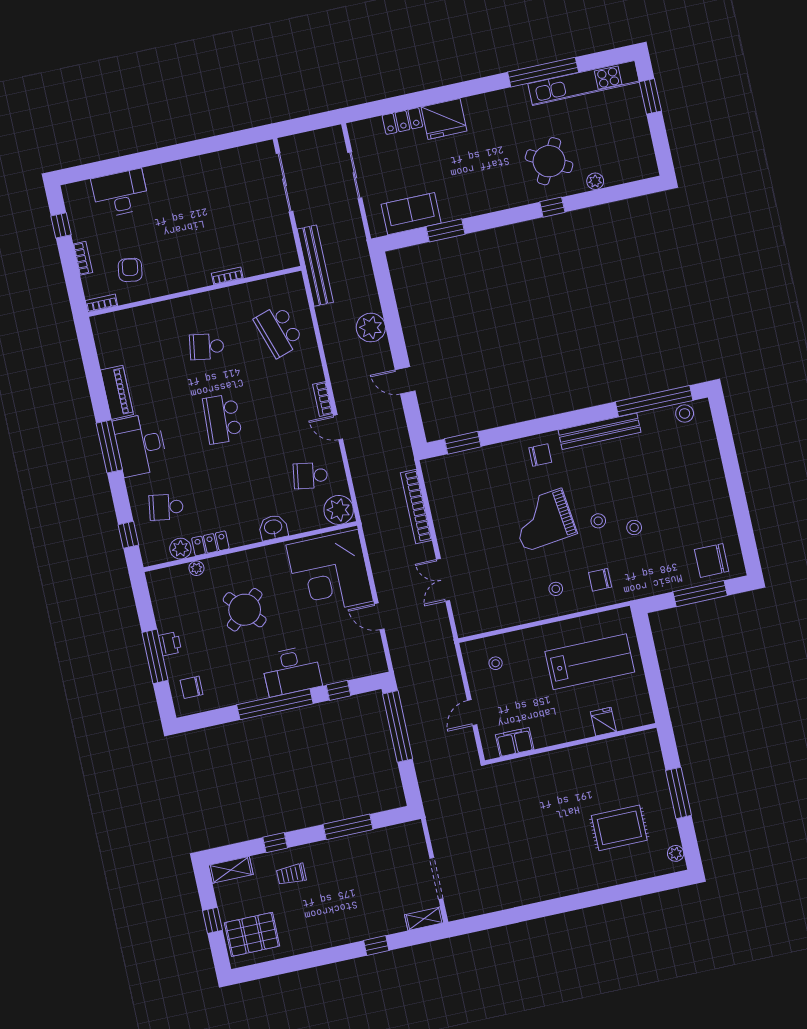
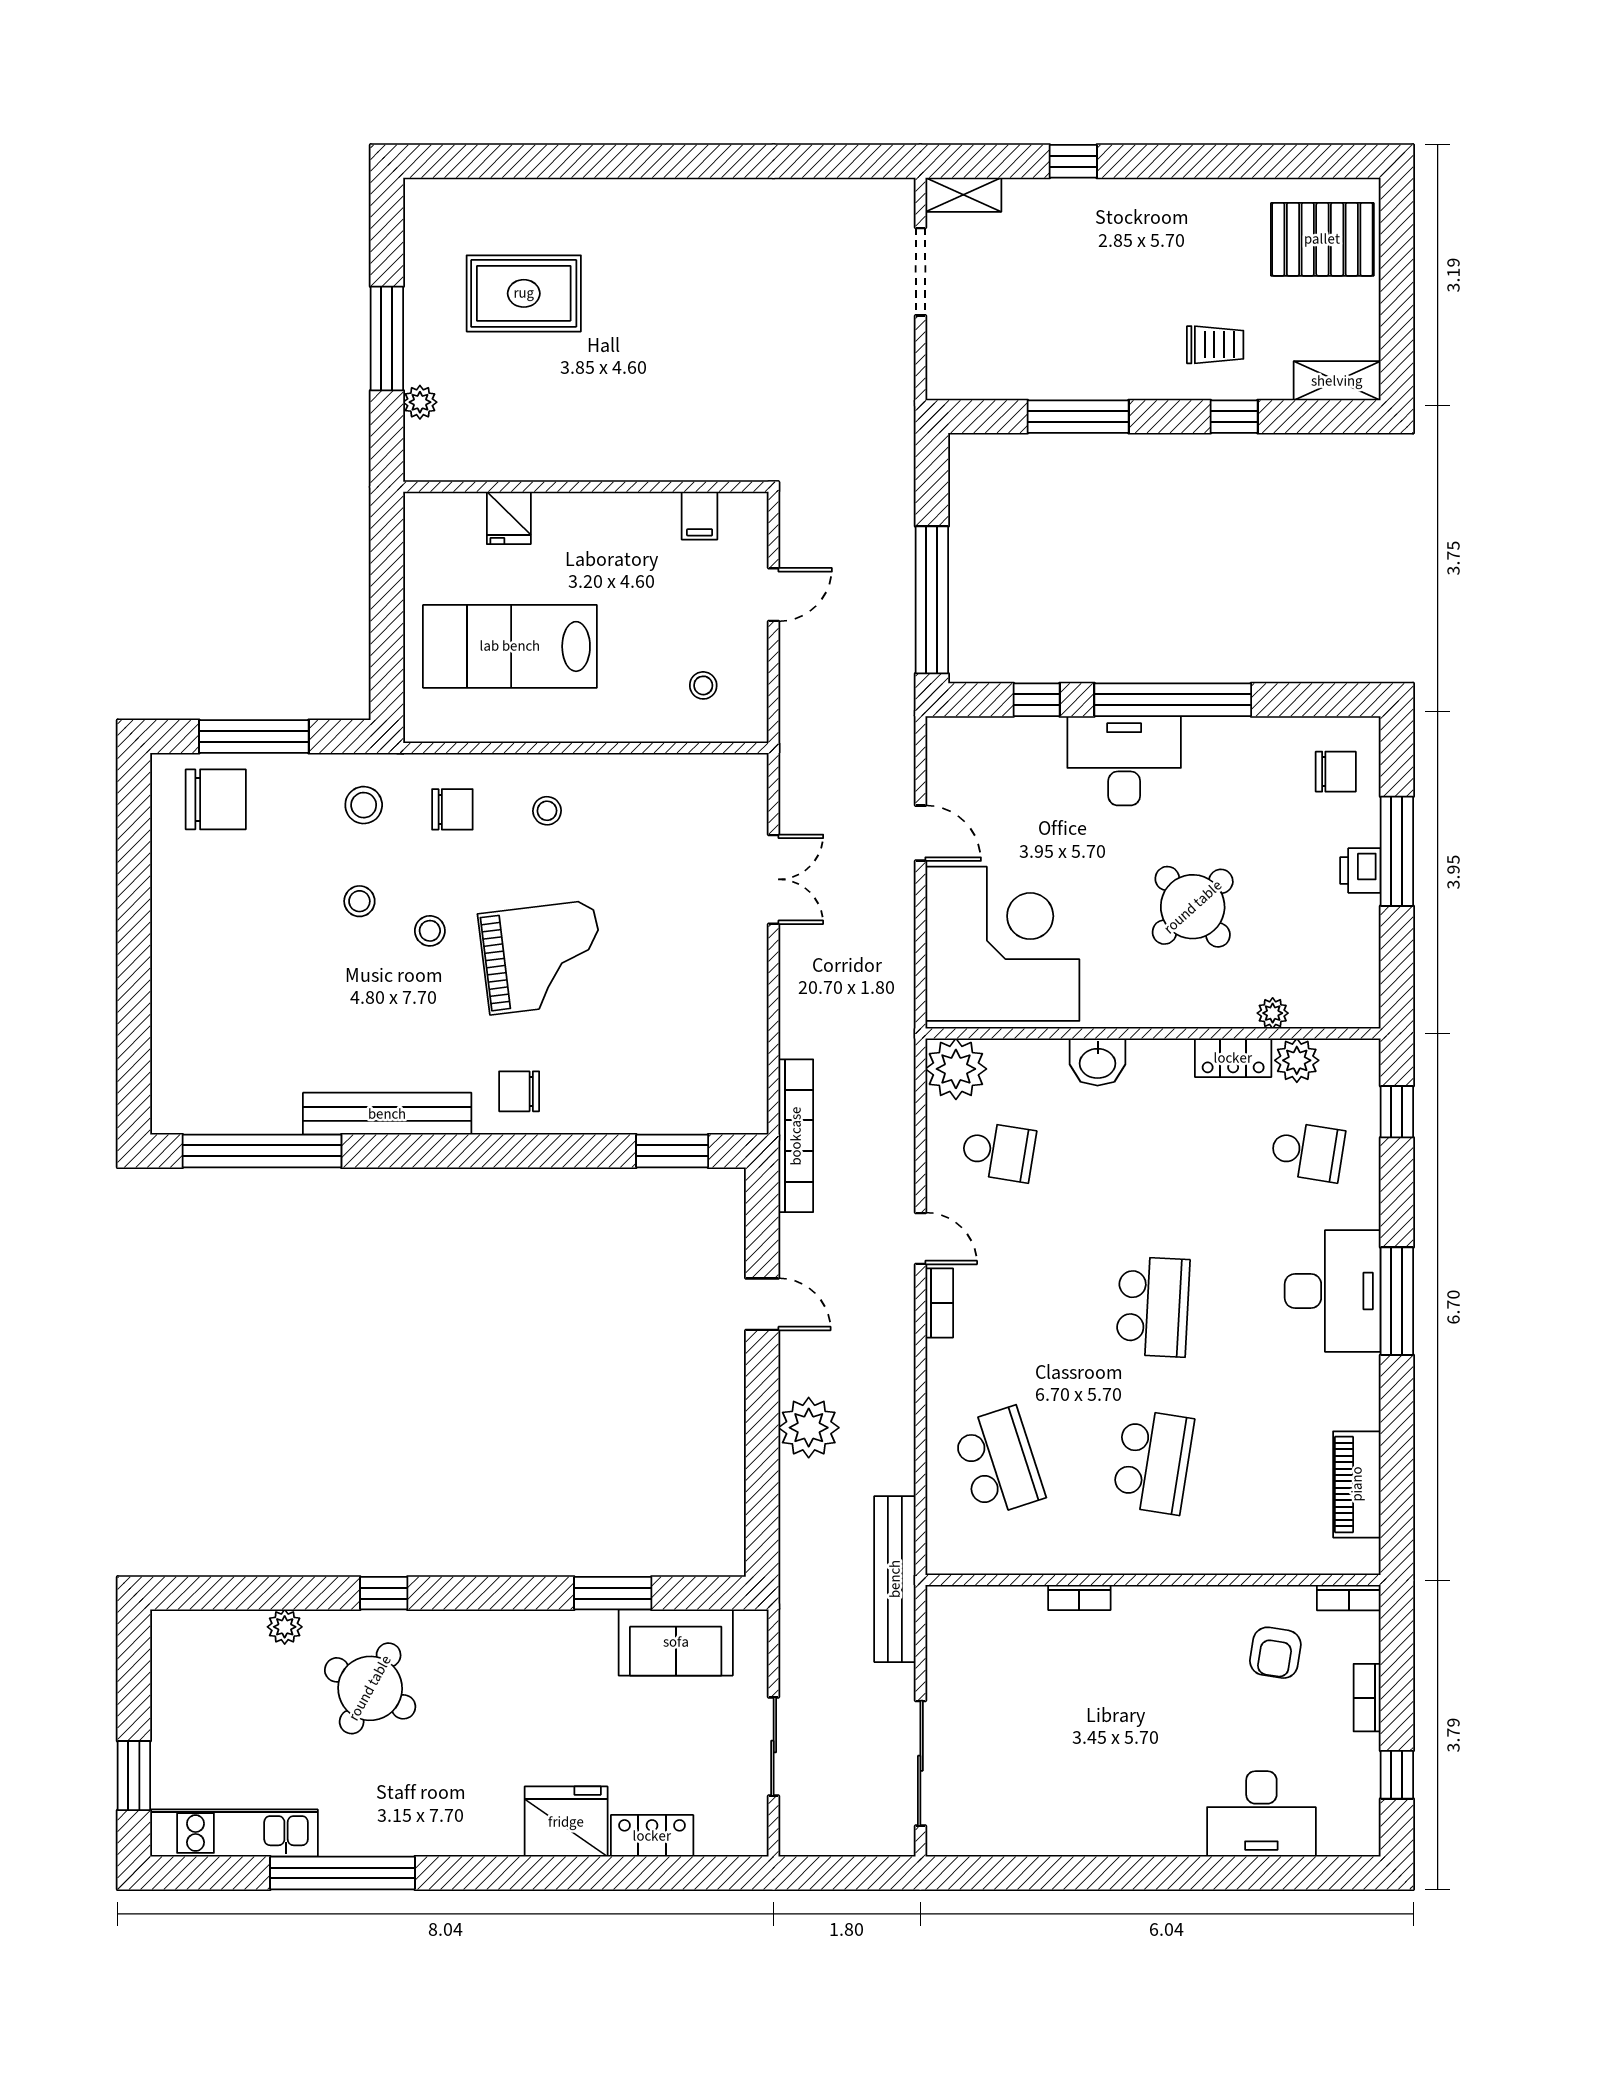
kitchen unit: (584, 83) -> (234, 1833), width x0.73
school desk: (207, 347) -> (1153, 1462), width x1.85
piano: (117, 392) -> (1357, 1484), moved
stool: (685, 413) -> (364, 805), moved
bookcase: (416, 506) -> (796, 1136), moved
filing cabinet: (515, 742) -> (700, 516), width x0.50
plant: (676, 853) -> (420, 402), moved
window: (213, 920) -> (1397, 286), removed

